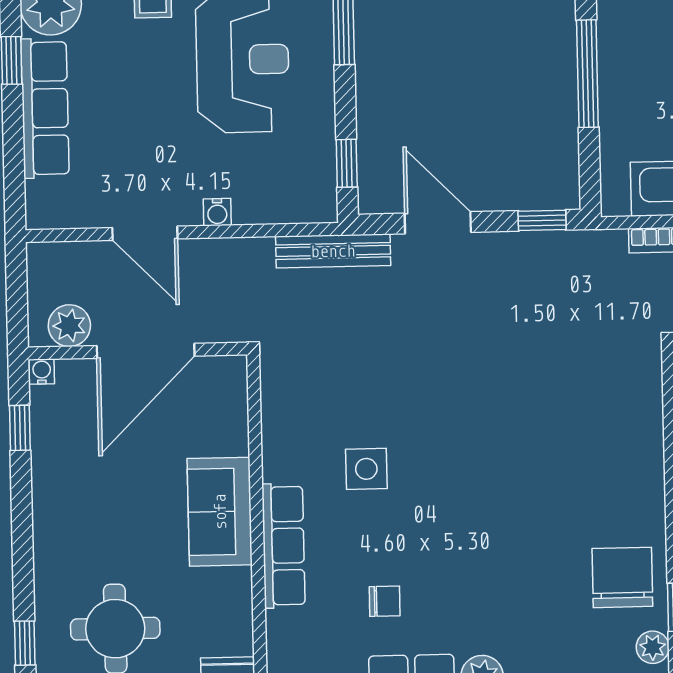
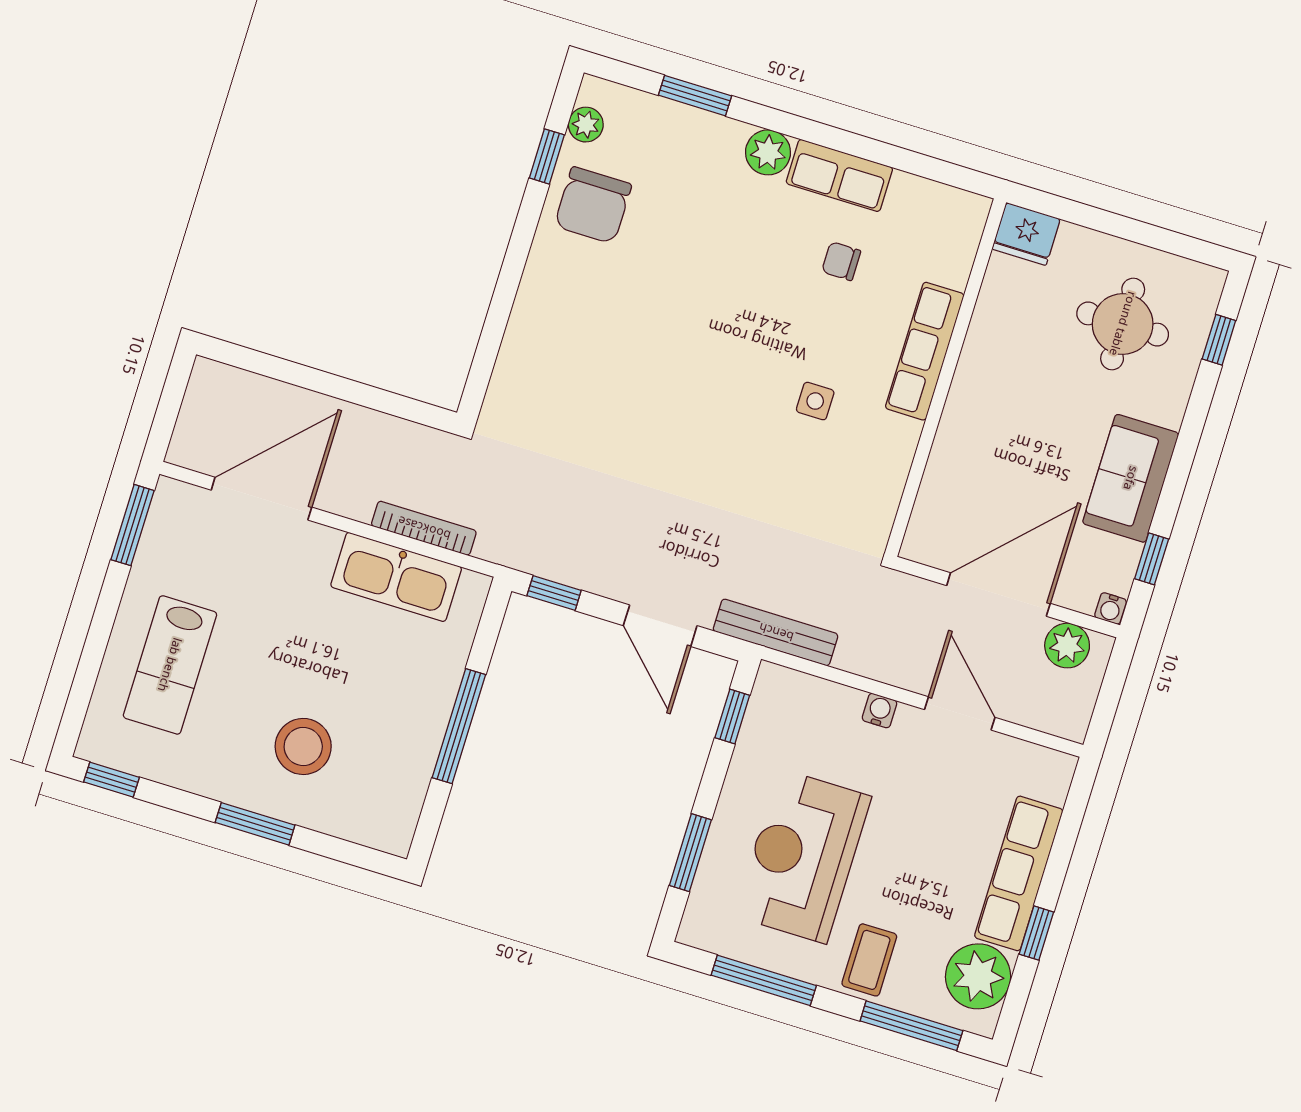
side table: (366, 469) -> (815, 401), width x0.73, depth x0.73
sofa: (220, 512) -> (1131, 478), moved, turned 180

